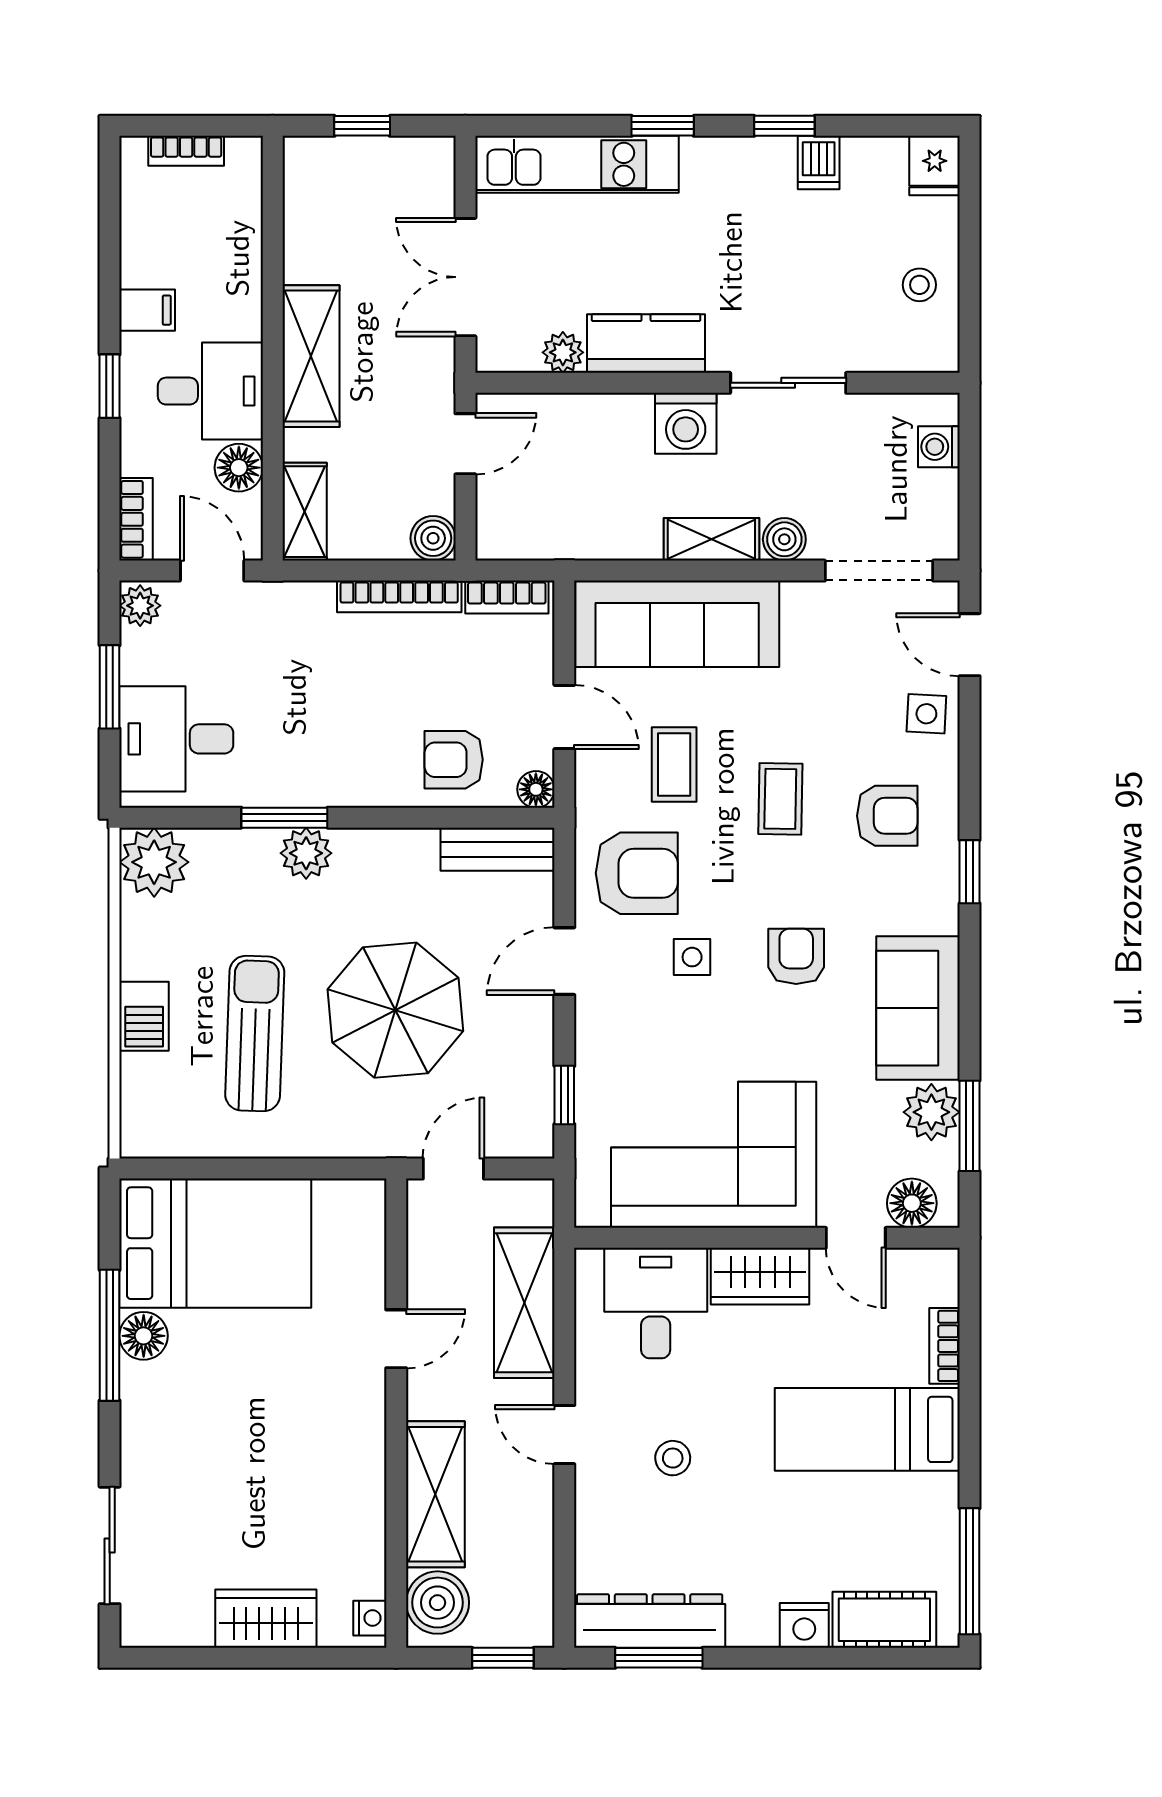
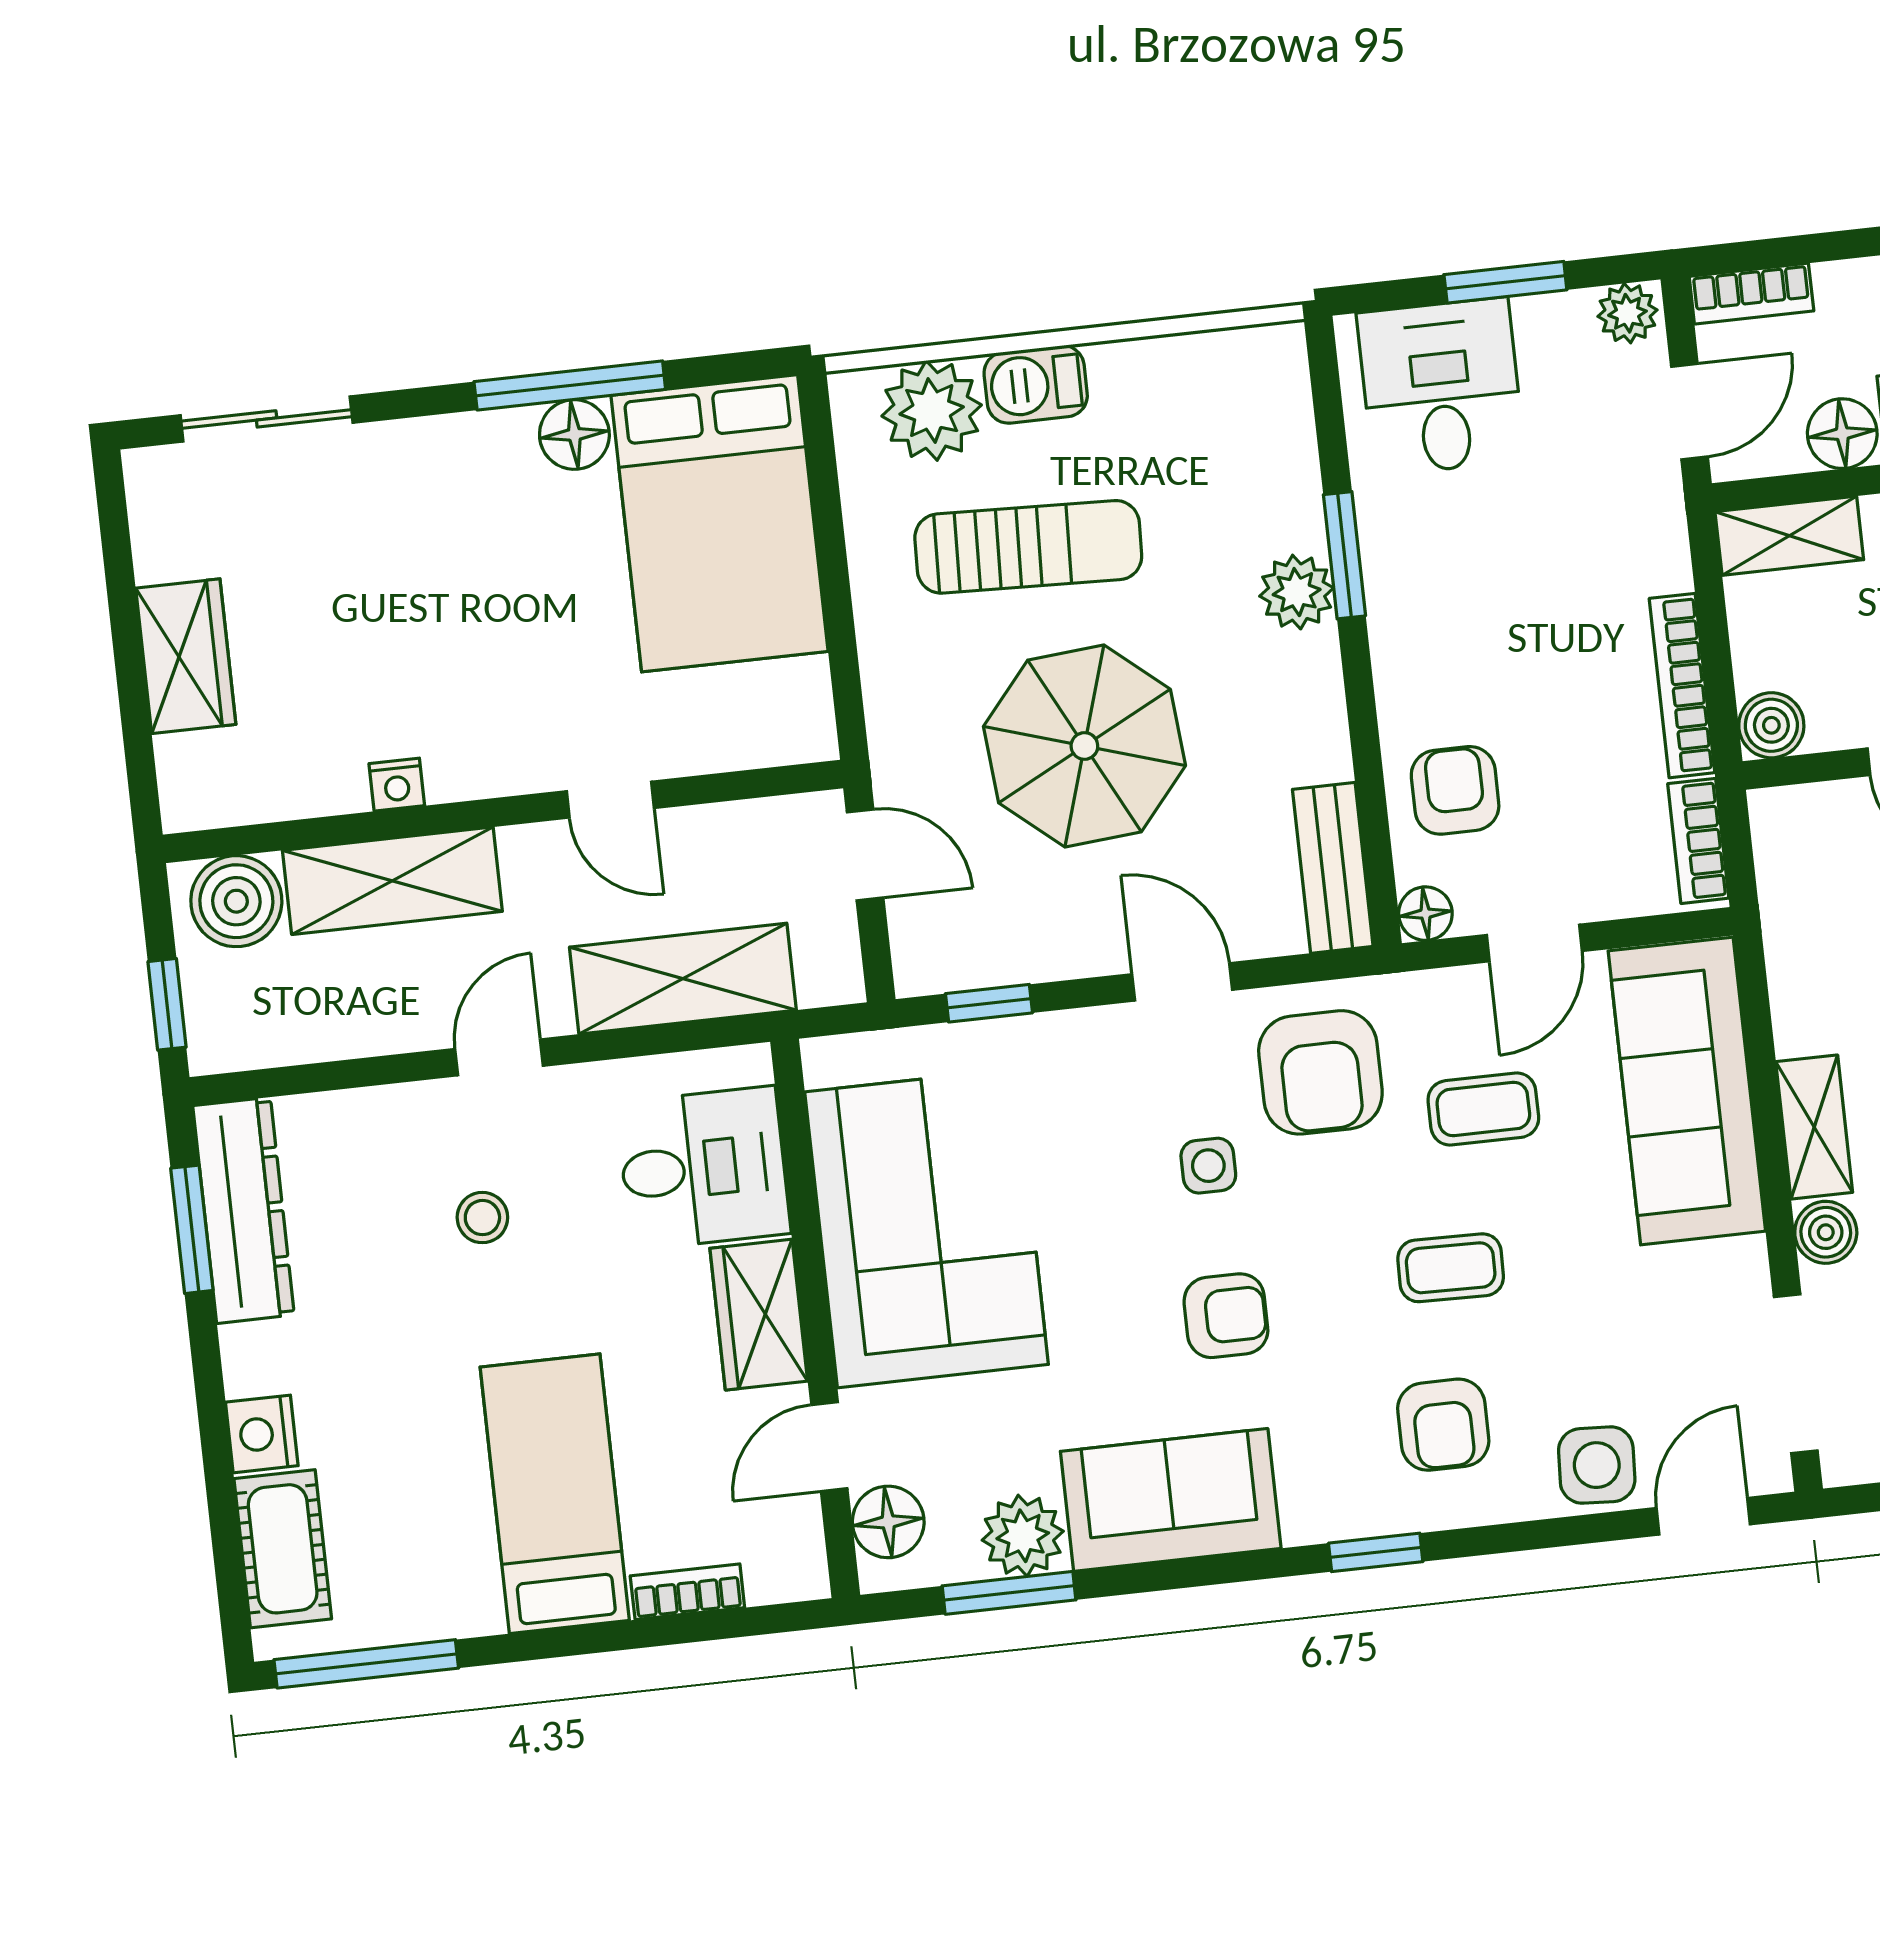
side table: (926, 714) -> (1597, 1465), width x1.37, depth x1.37
plant: (154, 862) -> (932, 410), moved
nightstand: (370, 1618) -> (397, 785), moved

